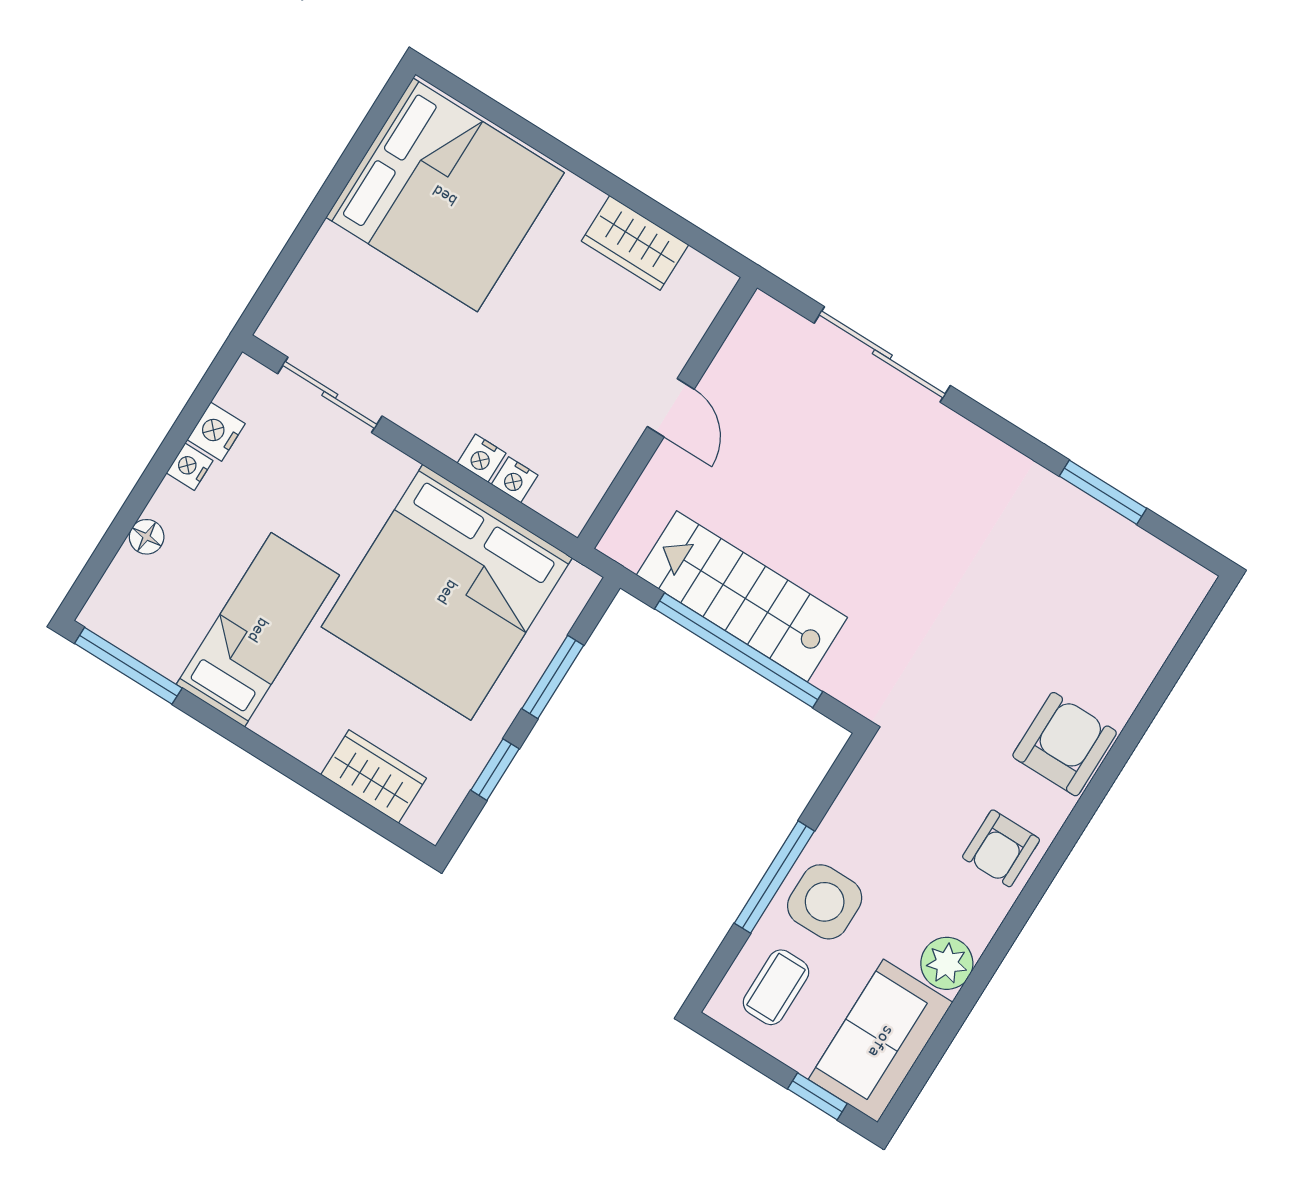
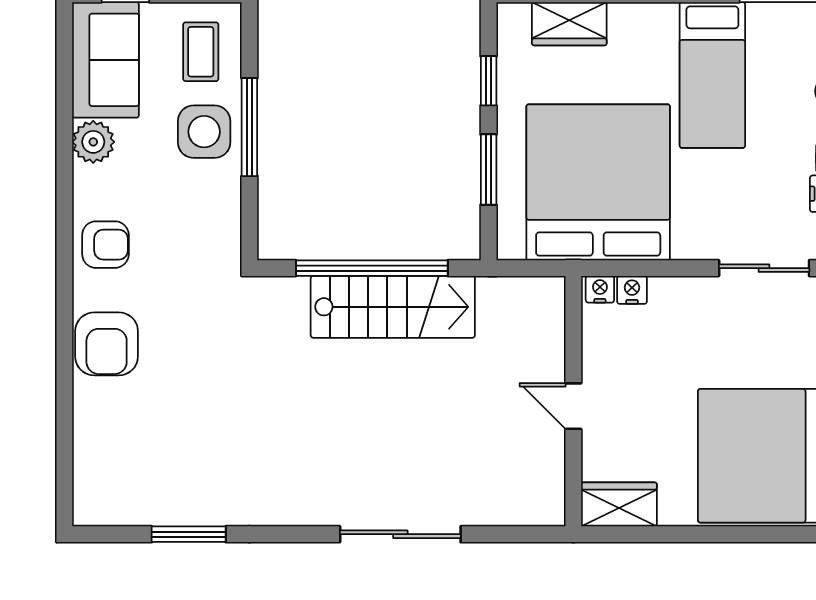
door: (671, 408) -> (573, 406), moved
wall: (667, 413) -> (573, 401), moved
armchair: (1001, 848) -> (105, 245), turned 90

